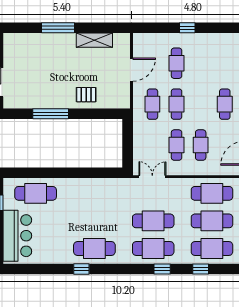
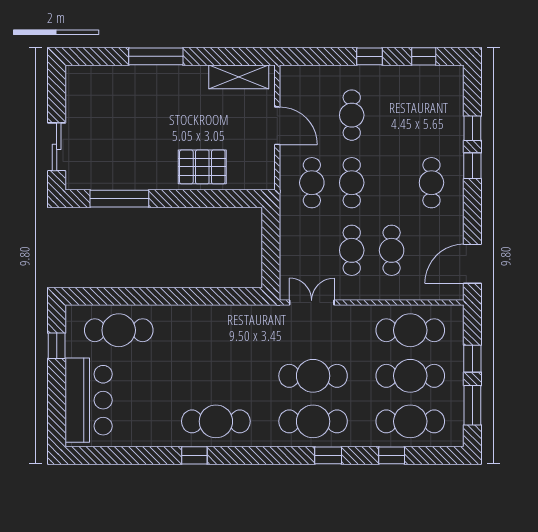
window: (220, 28) -> (424, 56), added
shelving: (94, 40) -> (239, 77), moved
door: (131, 70) -> (277, 126), hinge flipped
pallet: (86, 95) -> (202, 167), width x1.50, depth x1.42
window: (51, 114) -> (119, 199), moved

